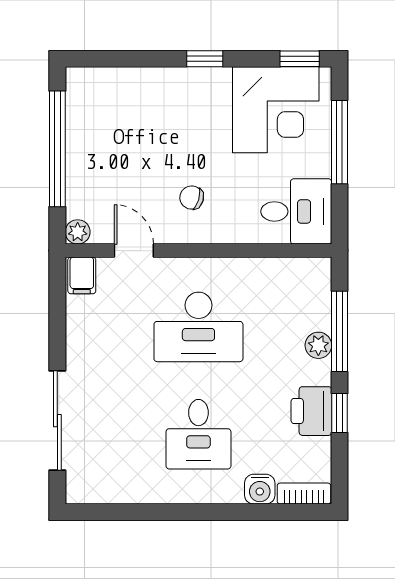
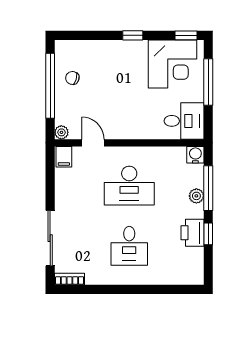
chair: (192, 198) -> (72, 78), moved
water cooler: (260, 489) -> (195, 155), moved, turned 180
bookcase: (304, 494) -> (70, 279), moved

